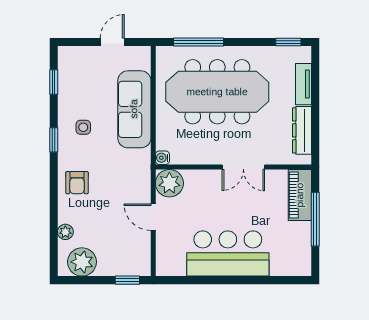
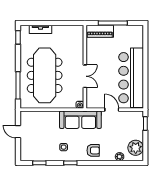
sofa: (134, 109) -> (80, 120), moved
dresser: (302, 130) -> (65, 30), removed
double door: (243, 167) -> (85, 76), moved
plant: (169, 183) -> (94, 101), removed
door: (153, 217) -> (112, 110), swing flipped
bar counter: (228, 254) -> (131, 78), width x1.36

